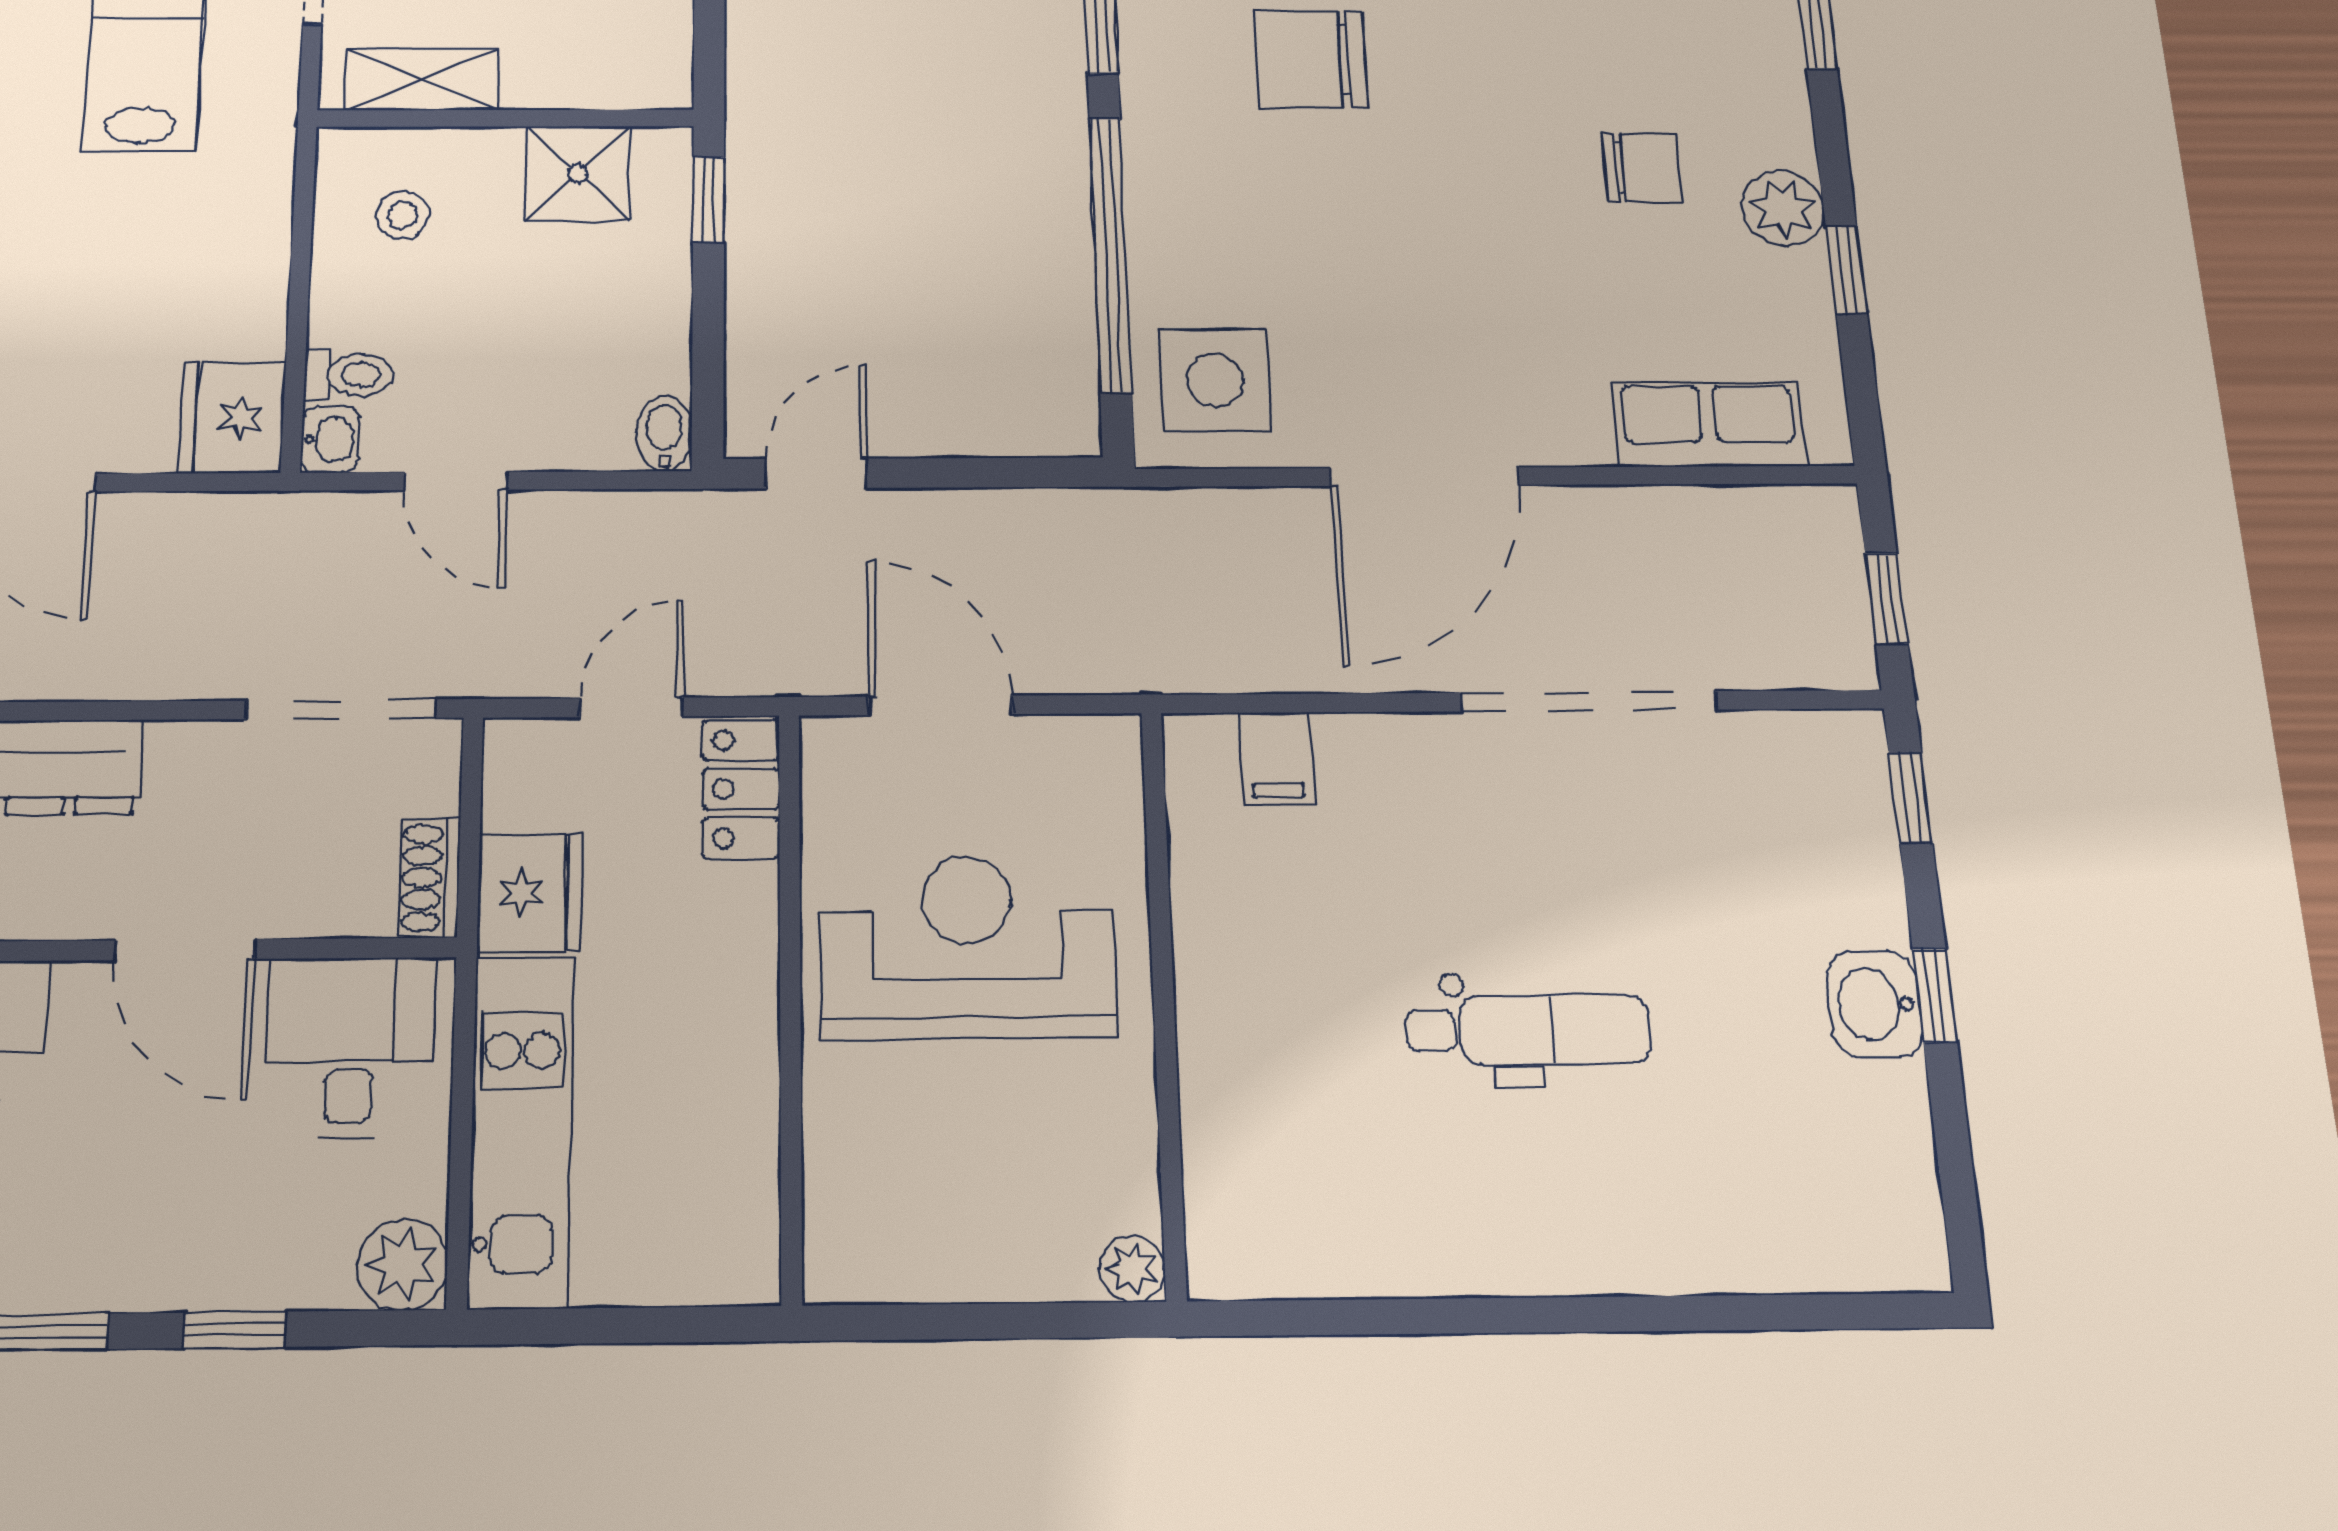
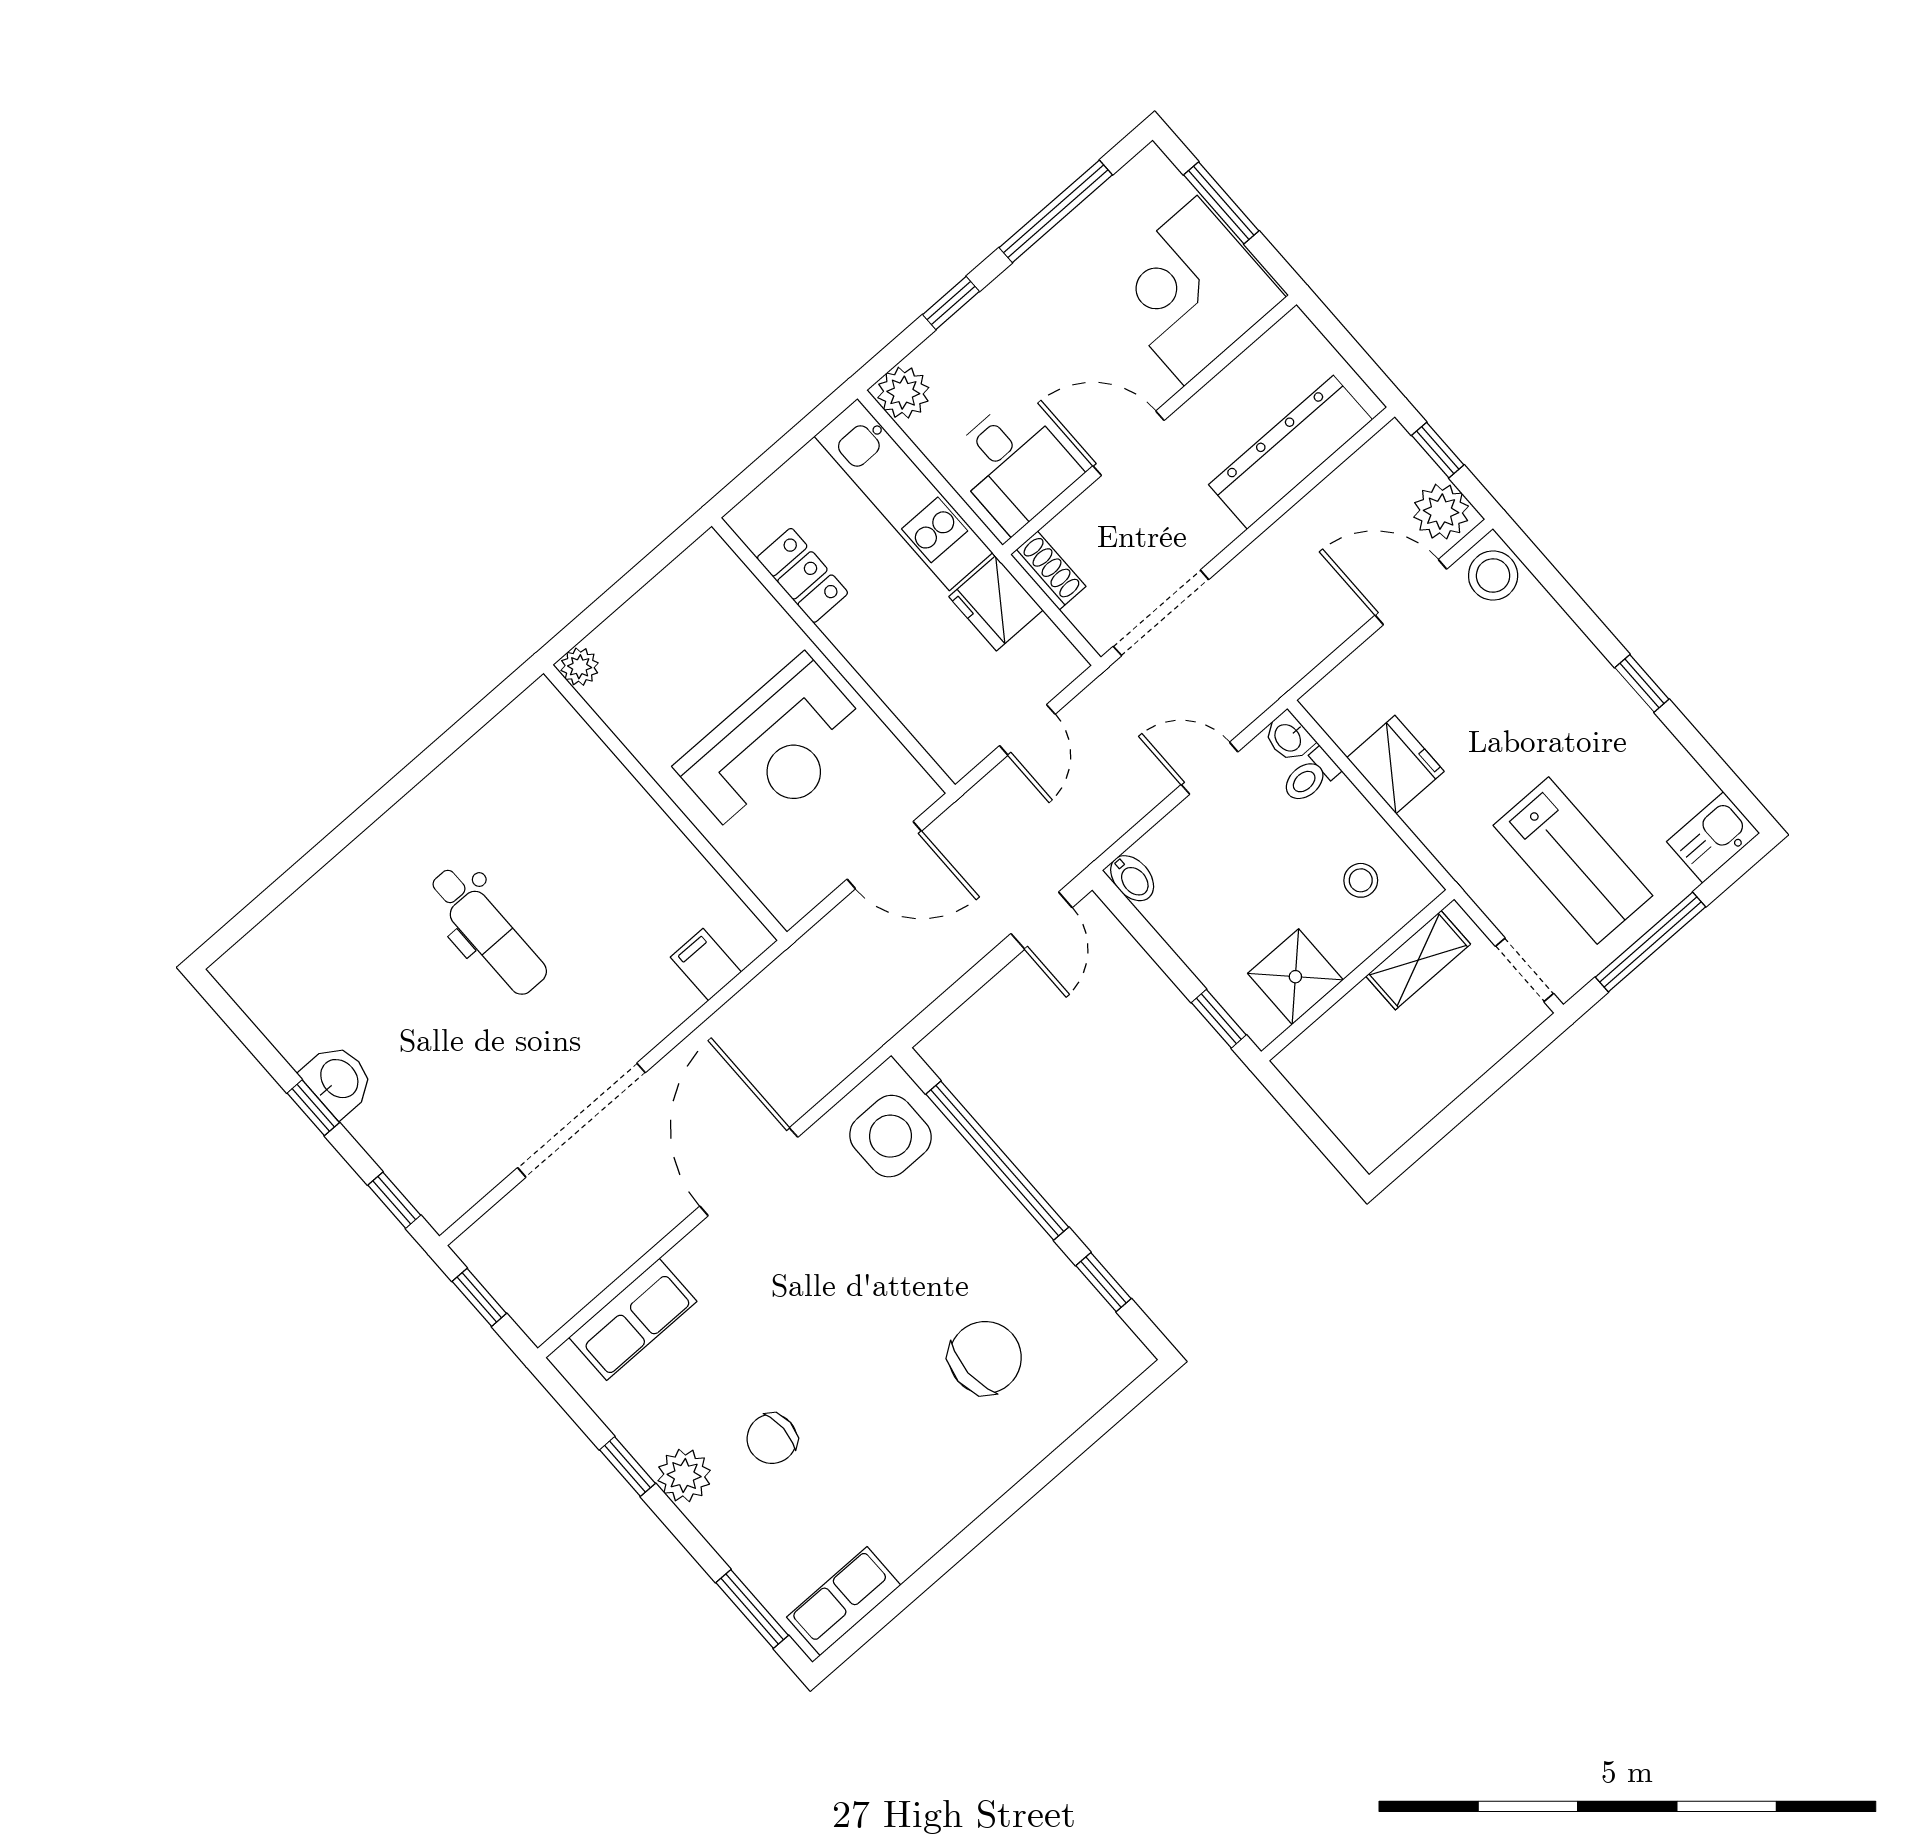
fridge: (232, 418) -> (1395, 764), moved
locker: (741, 789) -> (802, 575), moved
dental chair: (1528, 1030) -> (488, 931), turned -90

